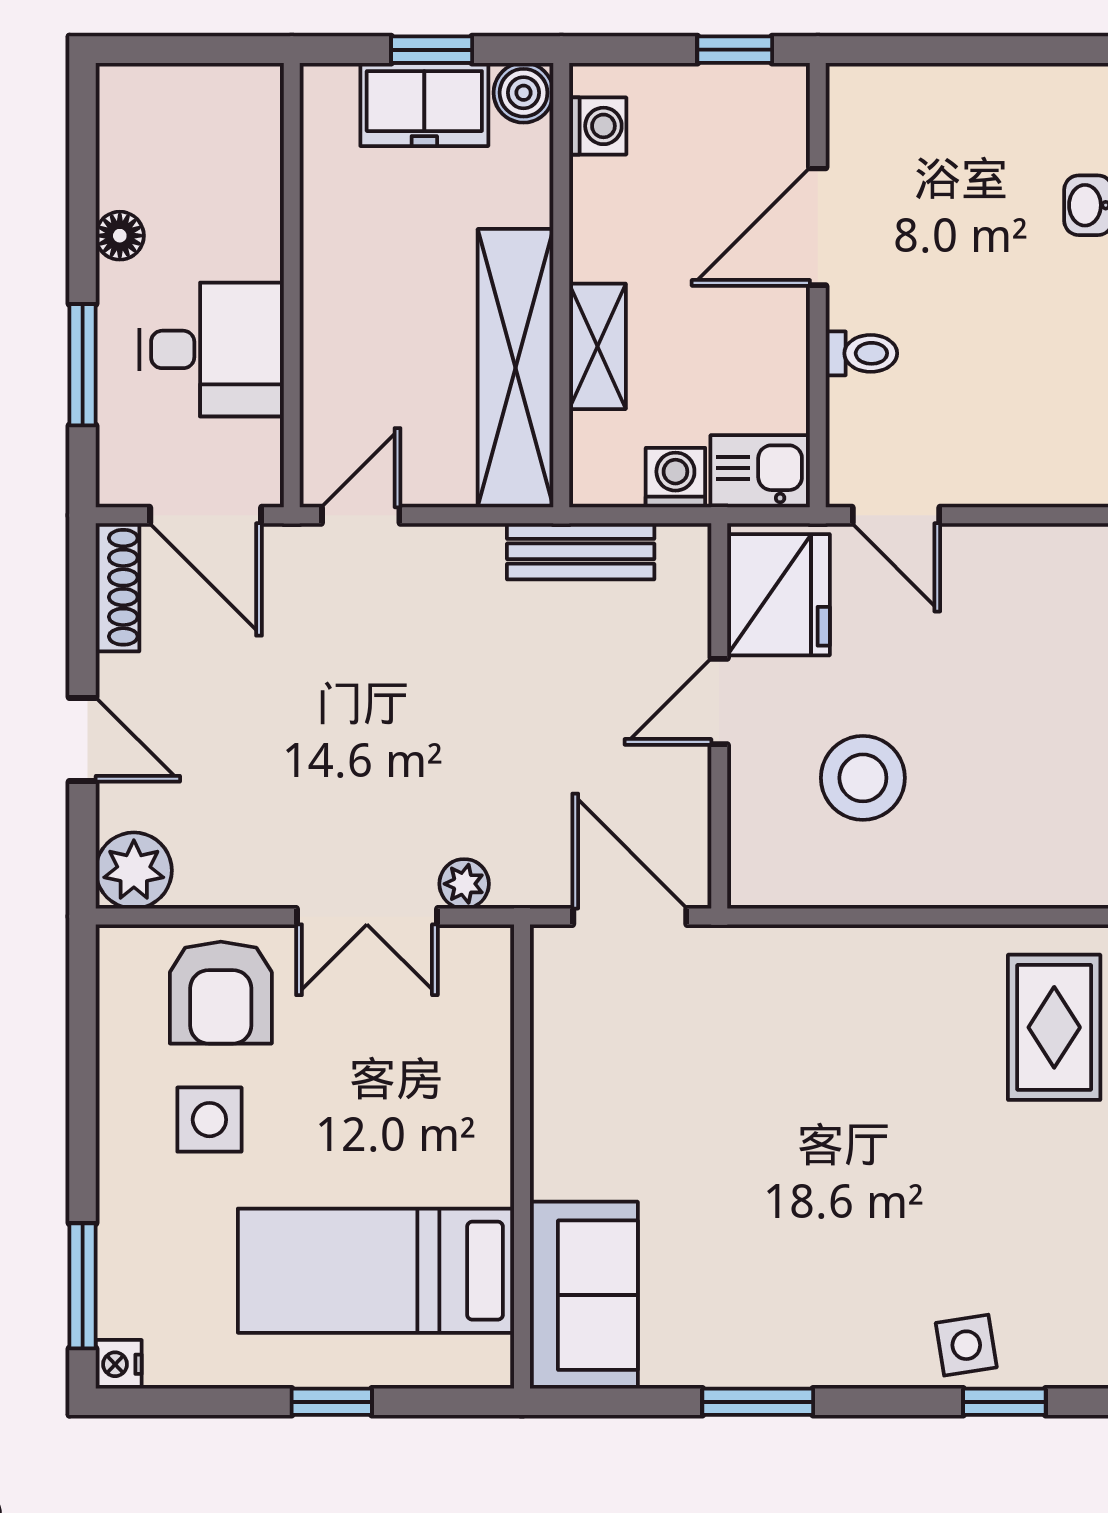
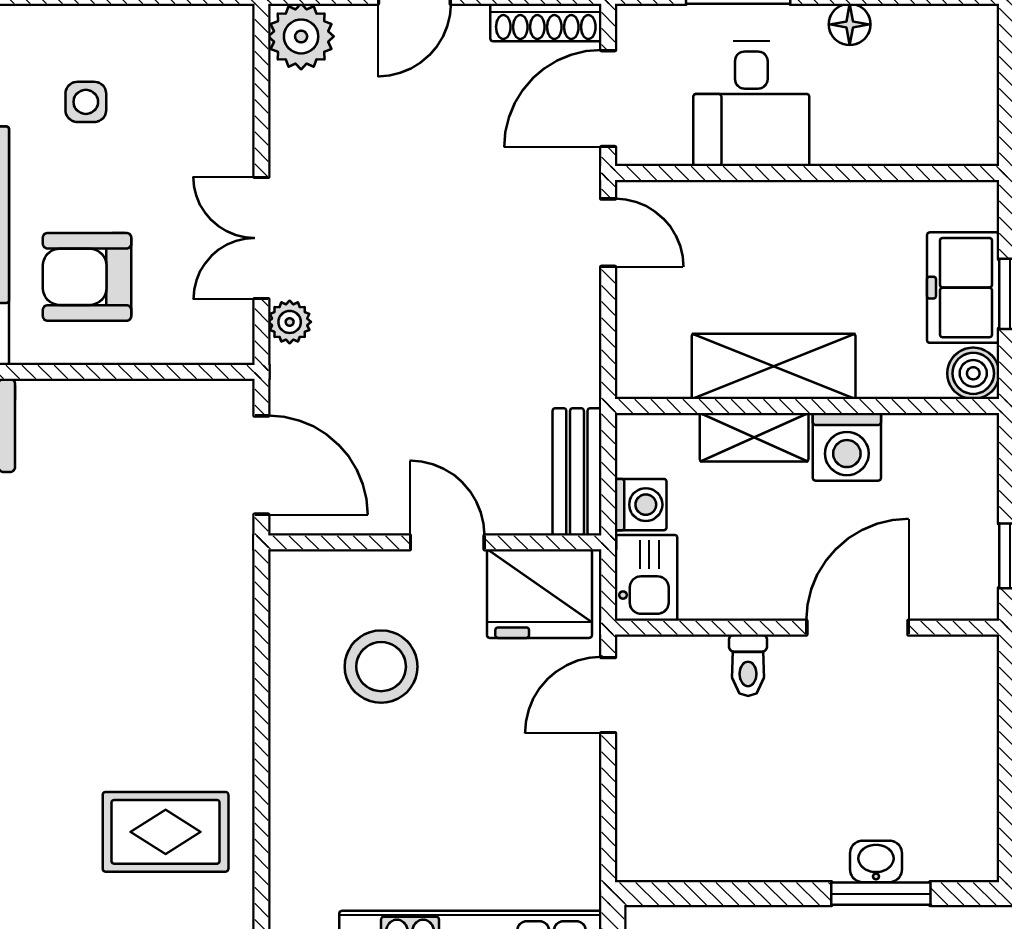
washing machine: (598, 126) -> (847, 447), moved, width x1.38, depth x1.38
door: (818, 227) -> (857, 628), hinge flipped
shelving: (516, 368) -> (774, 366), width x0.68
bench: (581, 551) -> (577, 472), moved
door: (630, 916) -> (261, 465), hinge flipped
armchair: (221, 993) -> (87, 277), moved
side table: (209, 1120) -> (86, 102), width x0.73, depth x0.73

